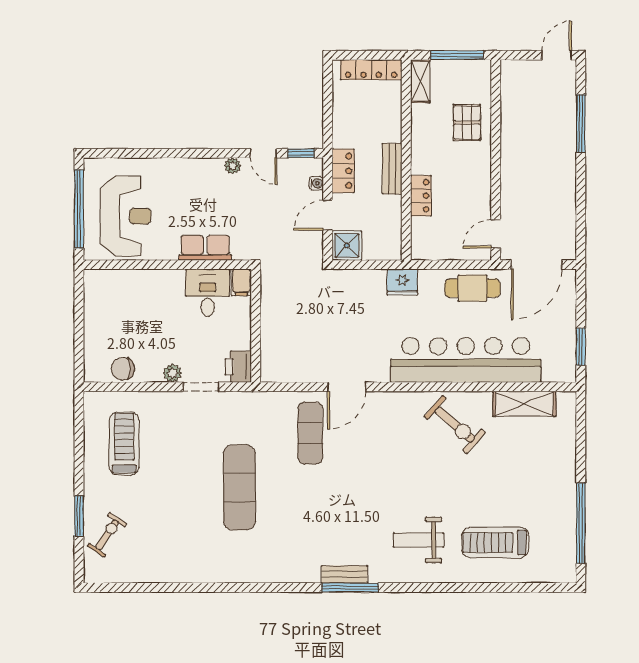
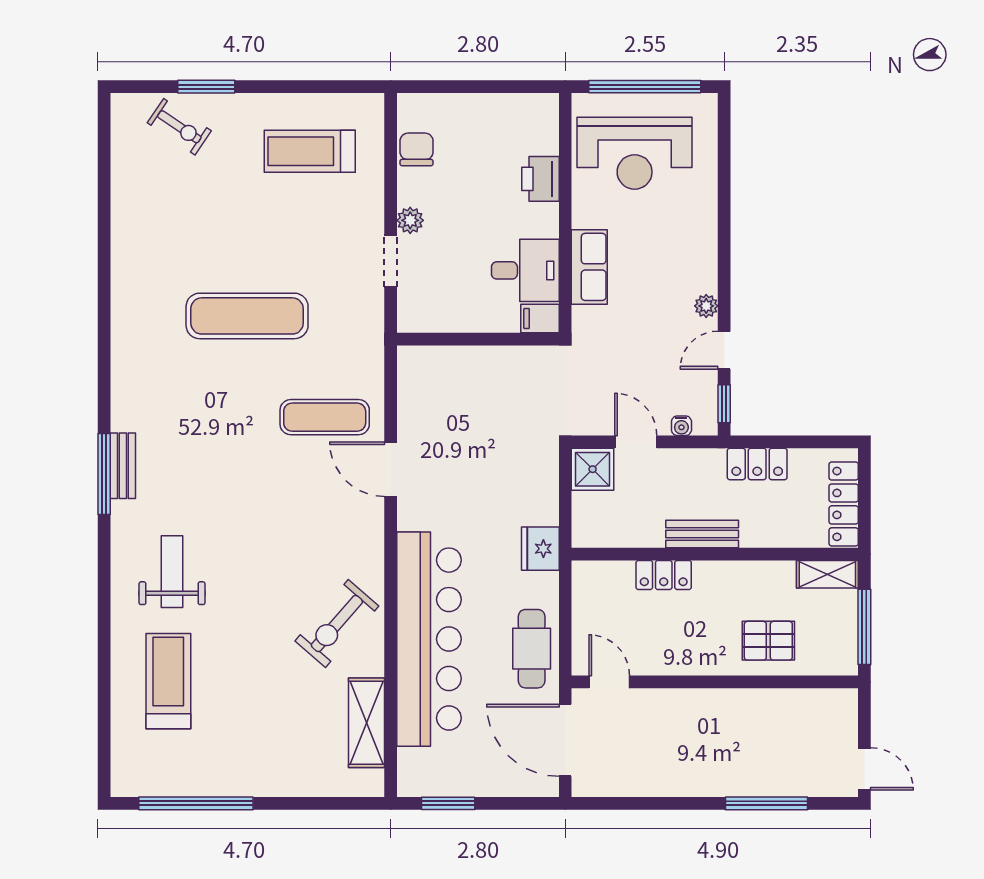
locker: (343, 171) -> (757, 464), moved
printer: (238, 367) -> (540, 179), moved, turned -90
treadmill: (124, 443) -> (310, 151), turned 180

